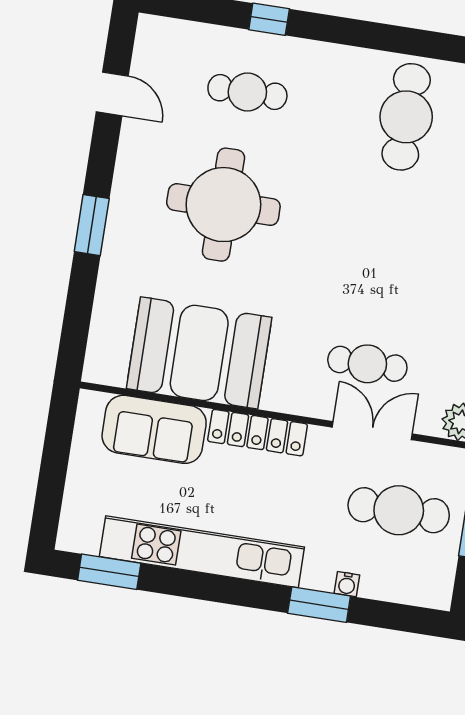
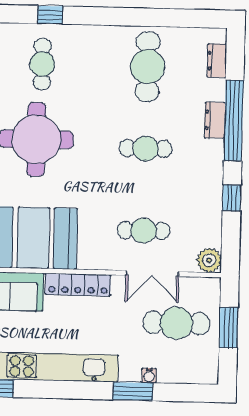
cafe table: (247, 92) -> (42, 64), turned 90
cafe table: (387, 240) -> (146, 149), added
double door: (372, 431) -> (152, 274), swing flipped

